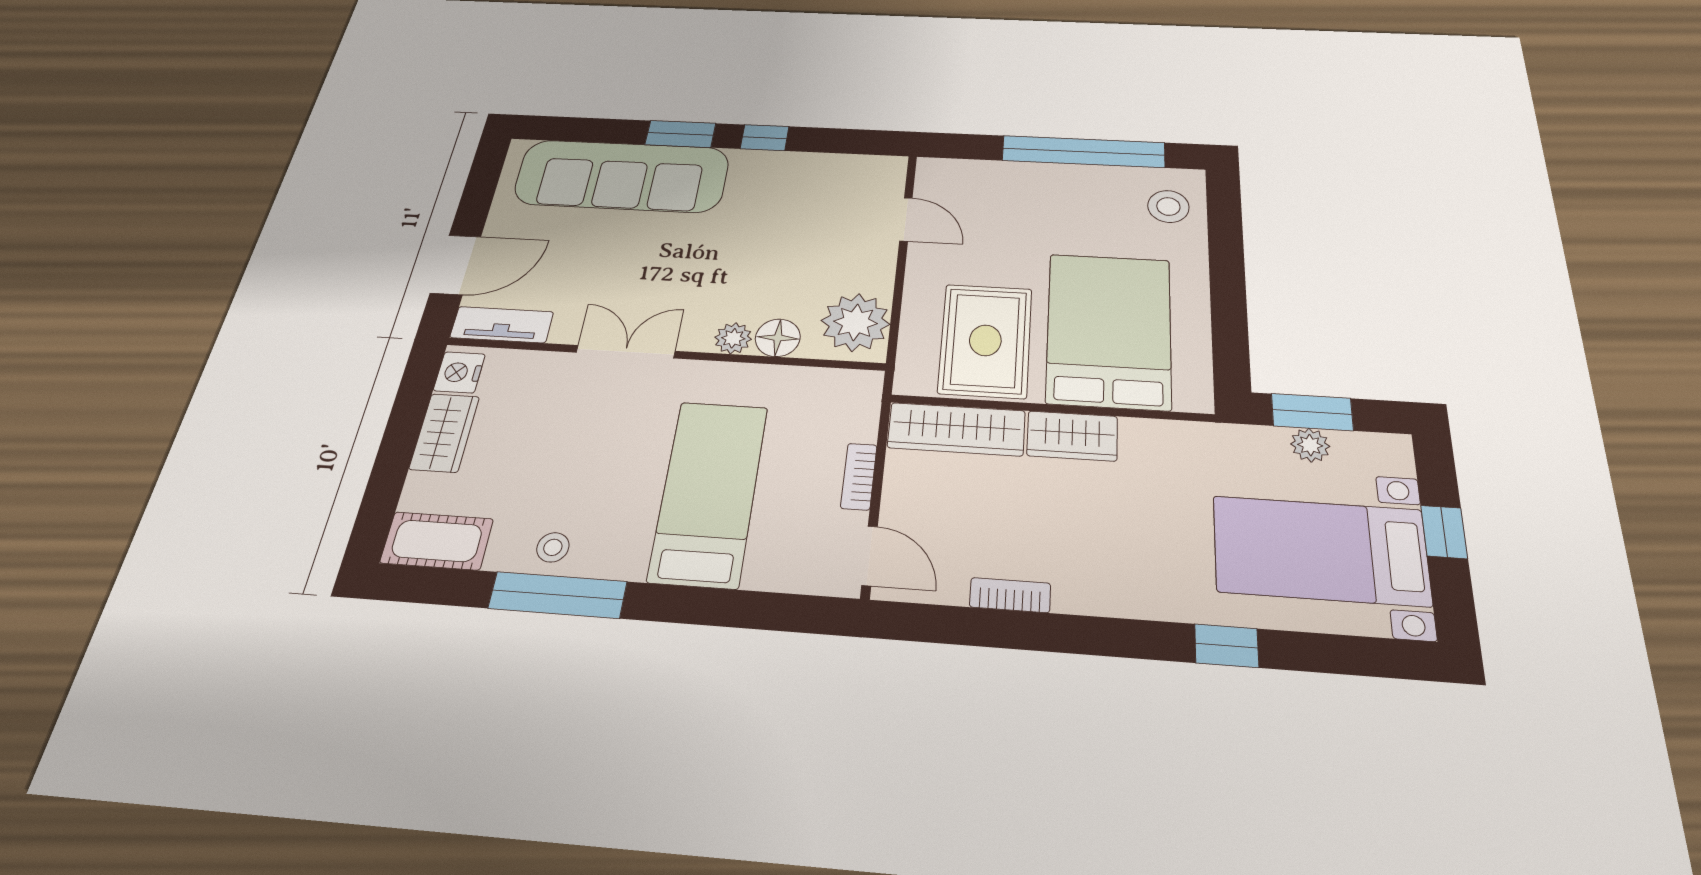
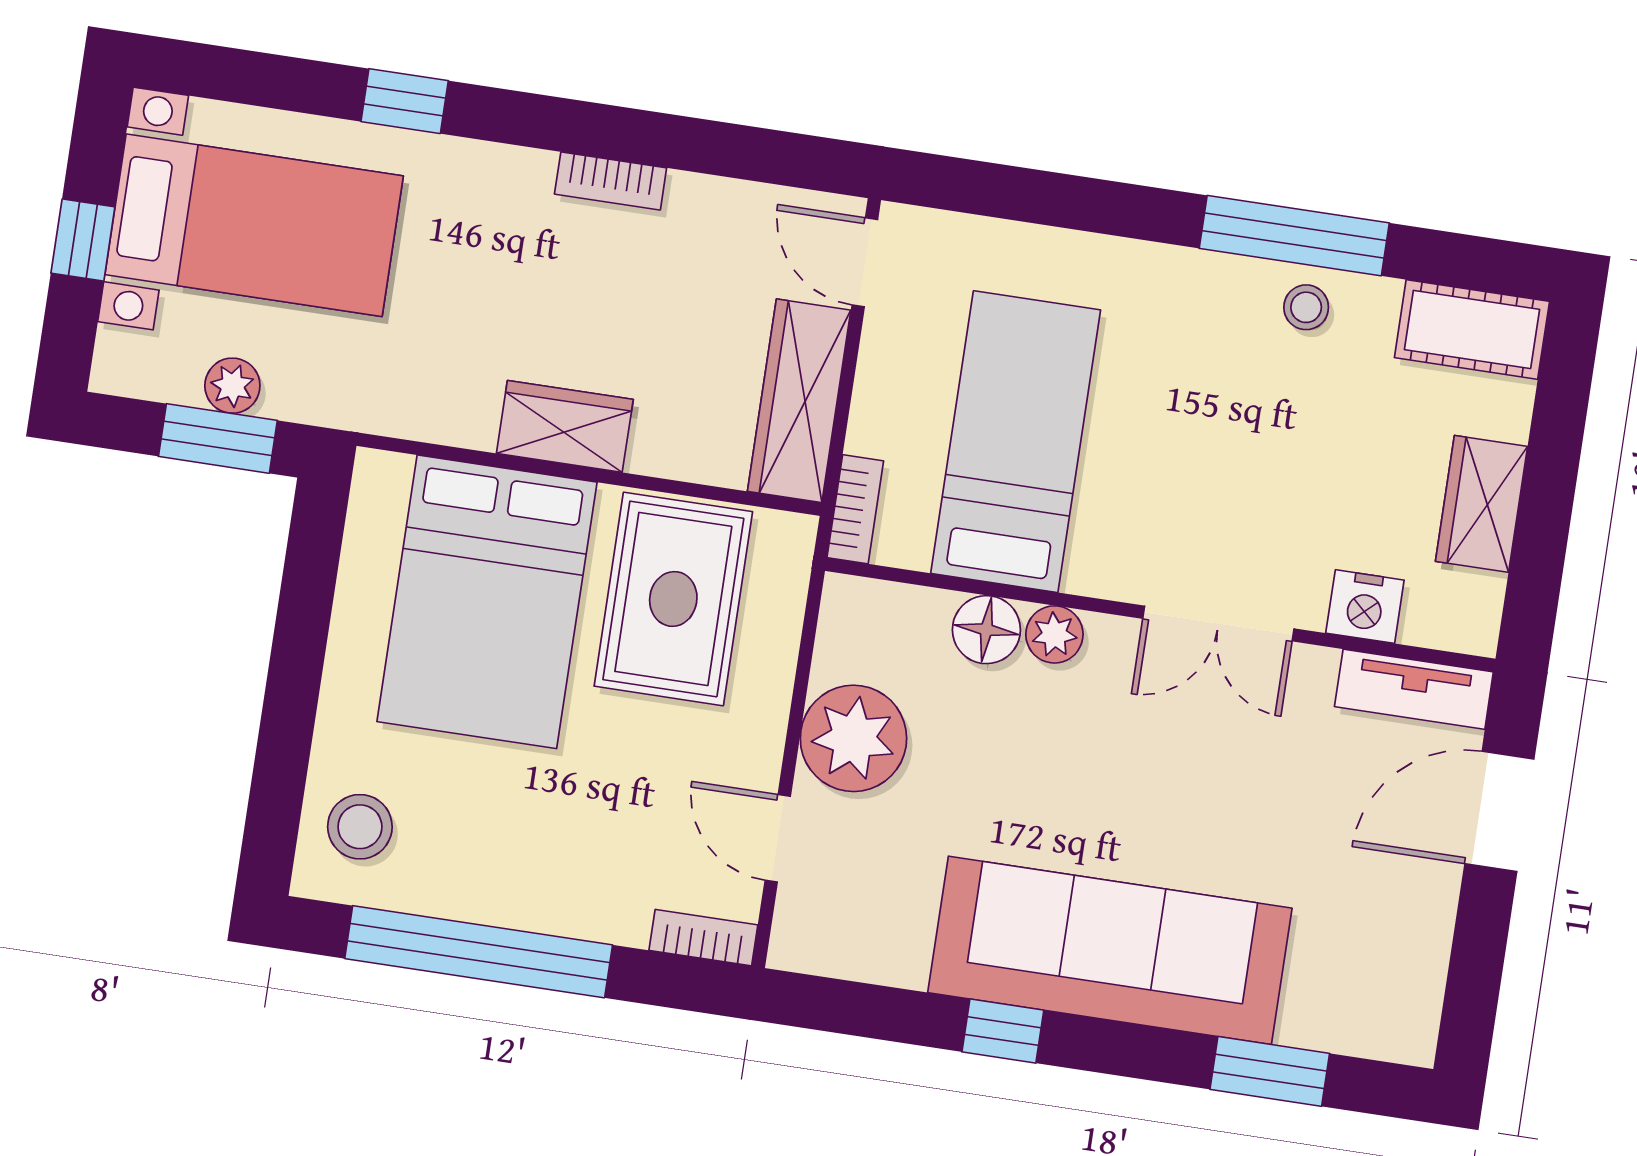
window: (680, 134) -> (1270, 1071), moved
bookcase: (947, 168) -> (703, 938), added
sofa: (622, 176) -> (1110, 950), moved
plant: (855, 322) -> (853, 738), moved
nightstand: (459, 372) -> (1365, 607), moved, turned 90
wardrobe: (956, 429) -> (799, 401), moved, turned -90
bookcase: (859, 476) -> (855, 509), moved
bed: (709, 492) -> (1016, 442), moved, turned 180
bookcase: (1010, 595) -> (611, 181), moved

